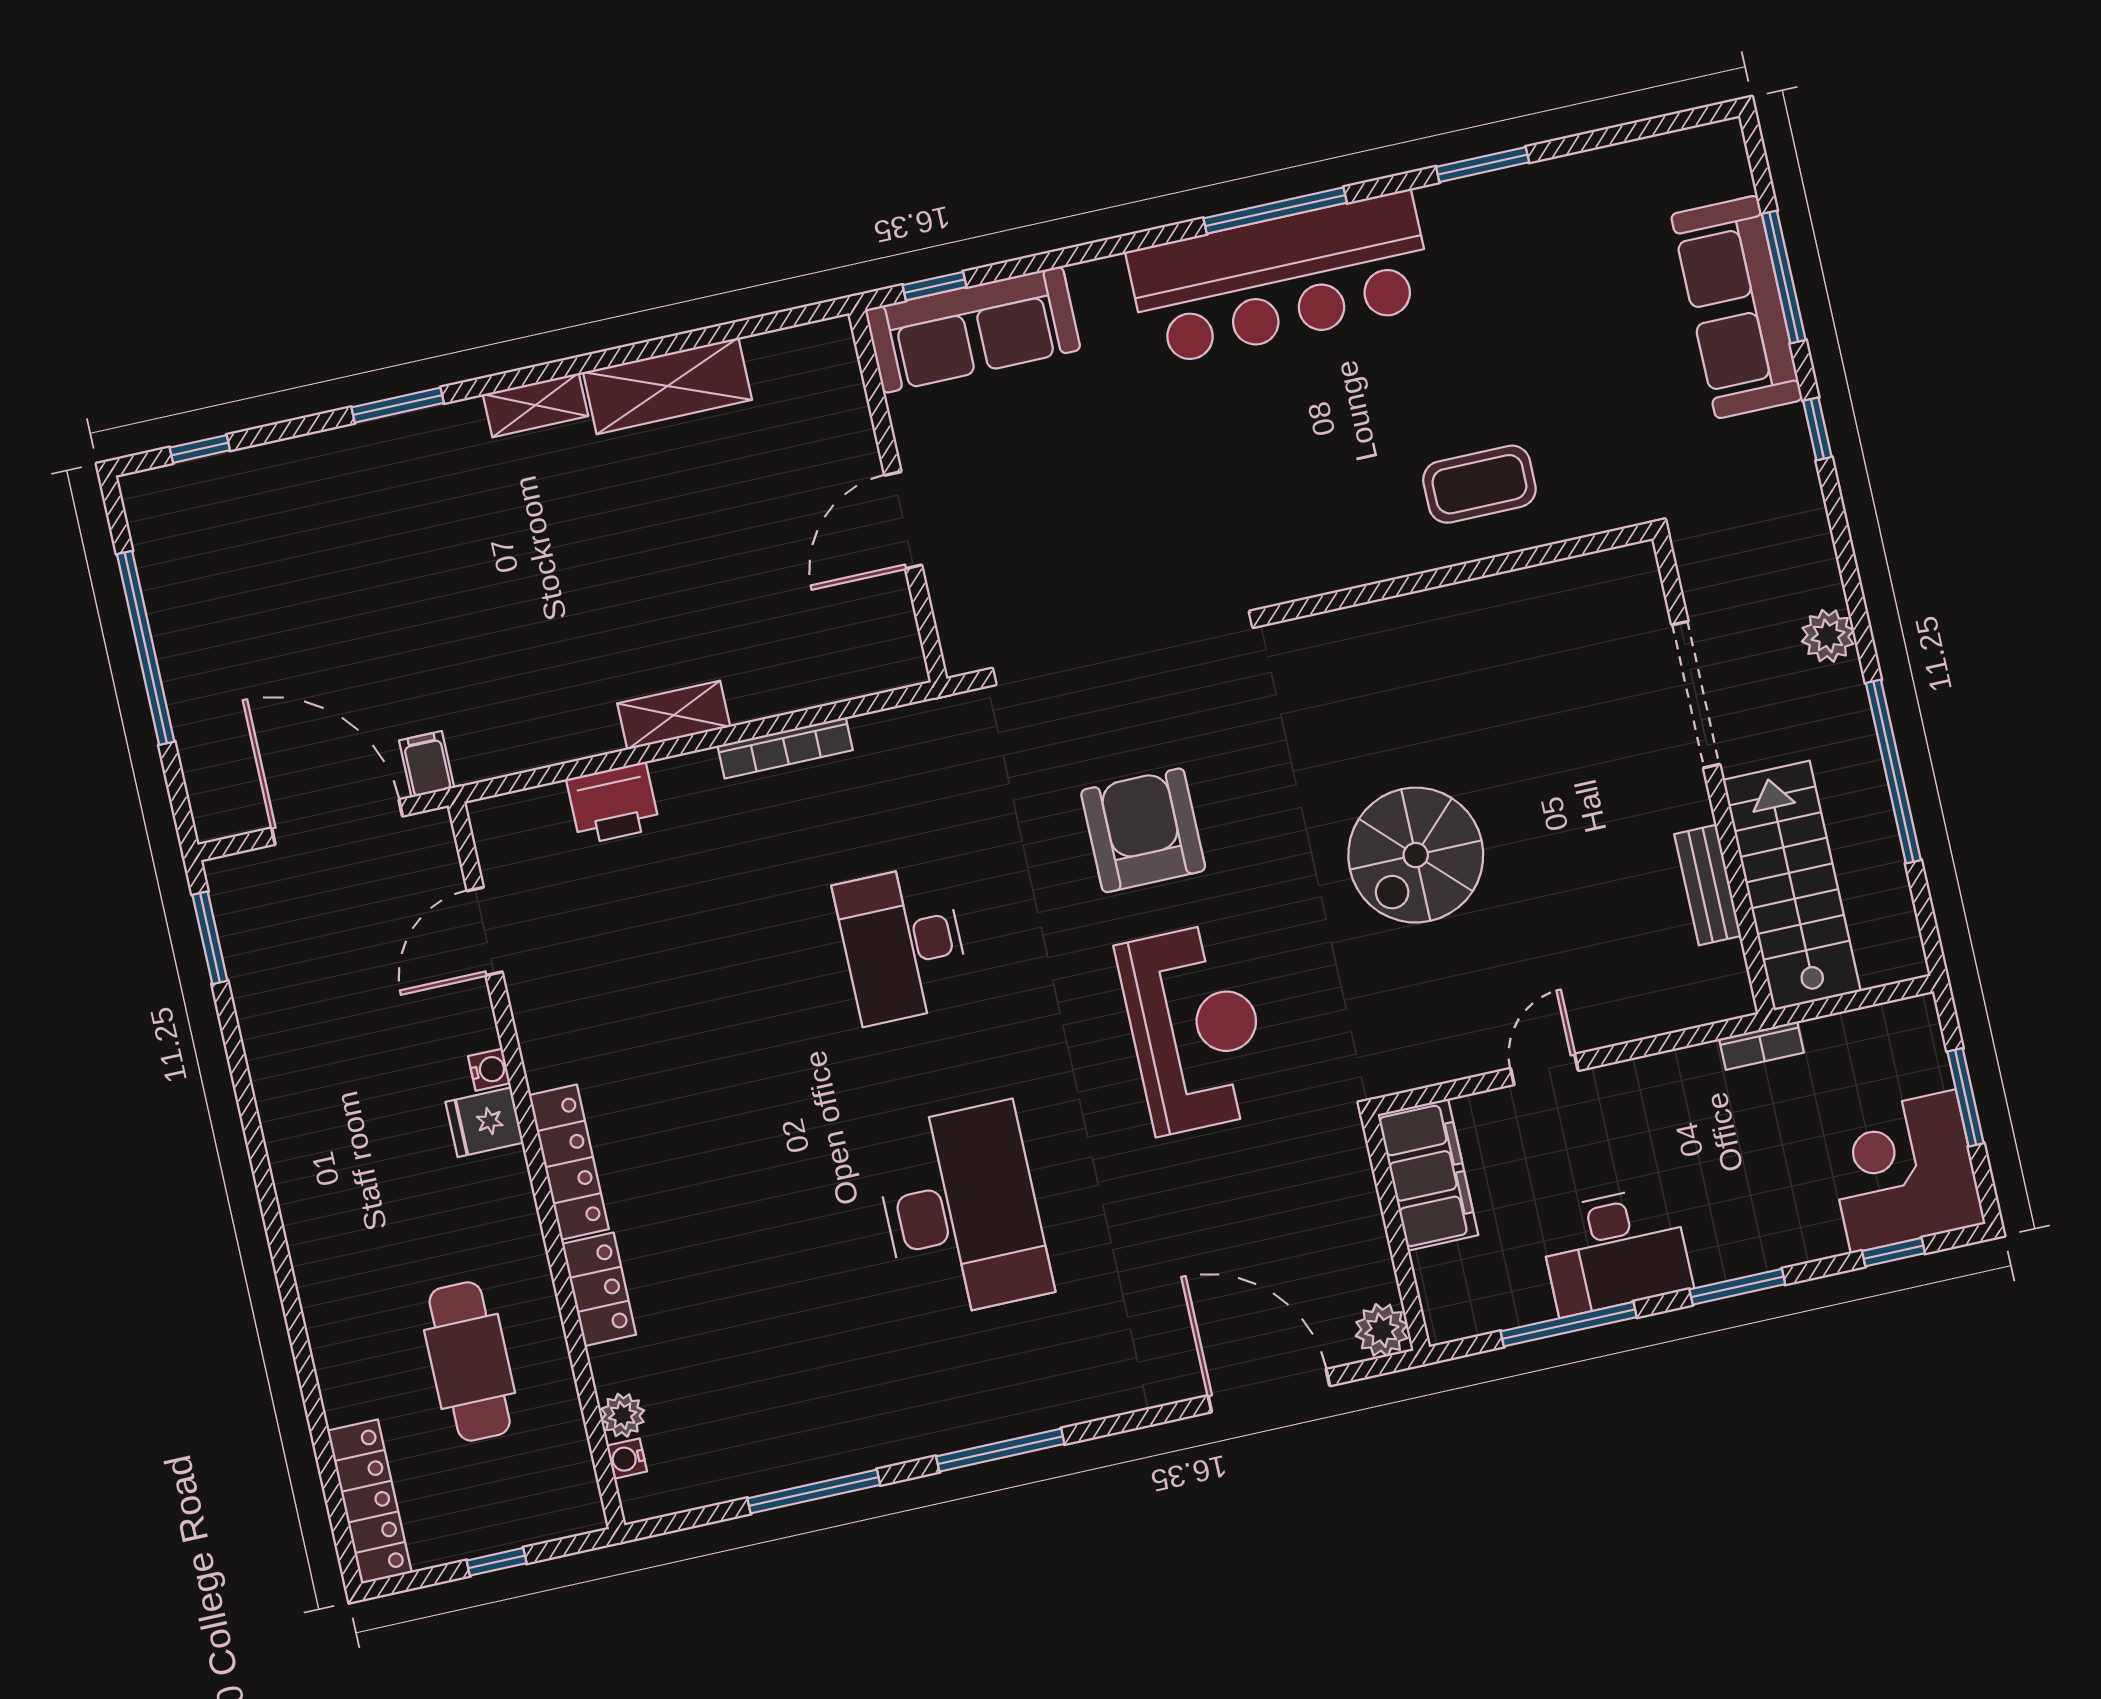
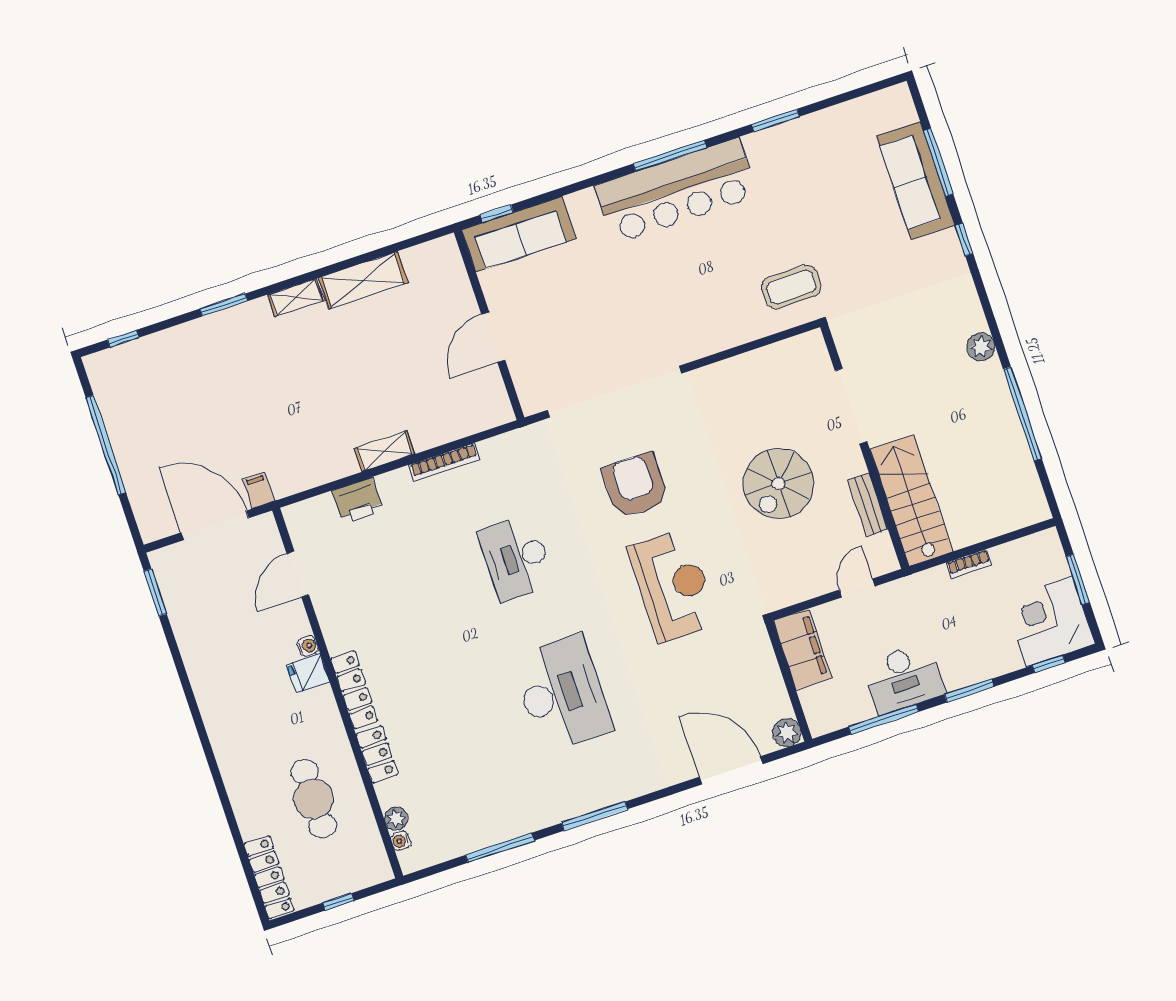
doorway: (1696, 695) -> (851, 406), moved
wall: (1713, 774) -> (865, 447), moved
bench: (1708, 885) -> (868, 505), moved
stairs: (1792, 886) -> (911, 500), moved

